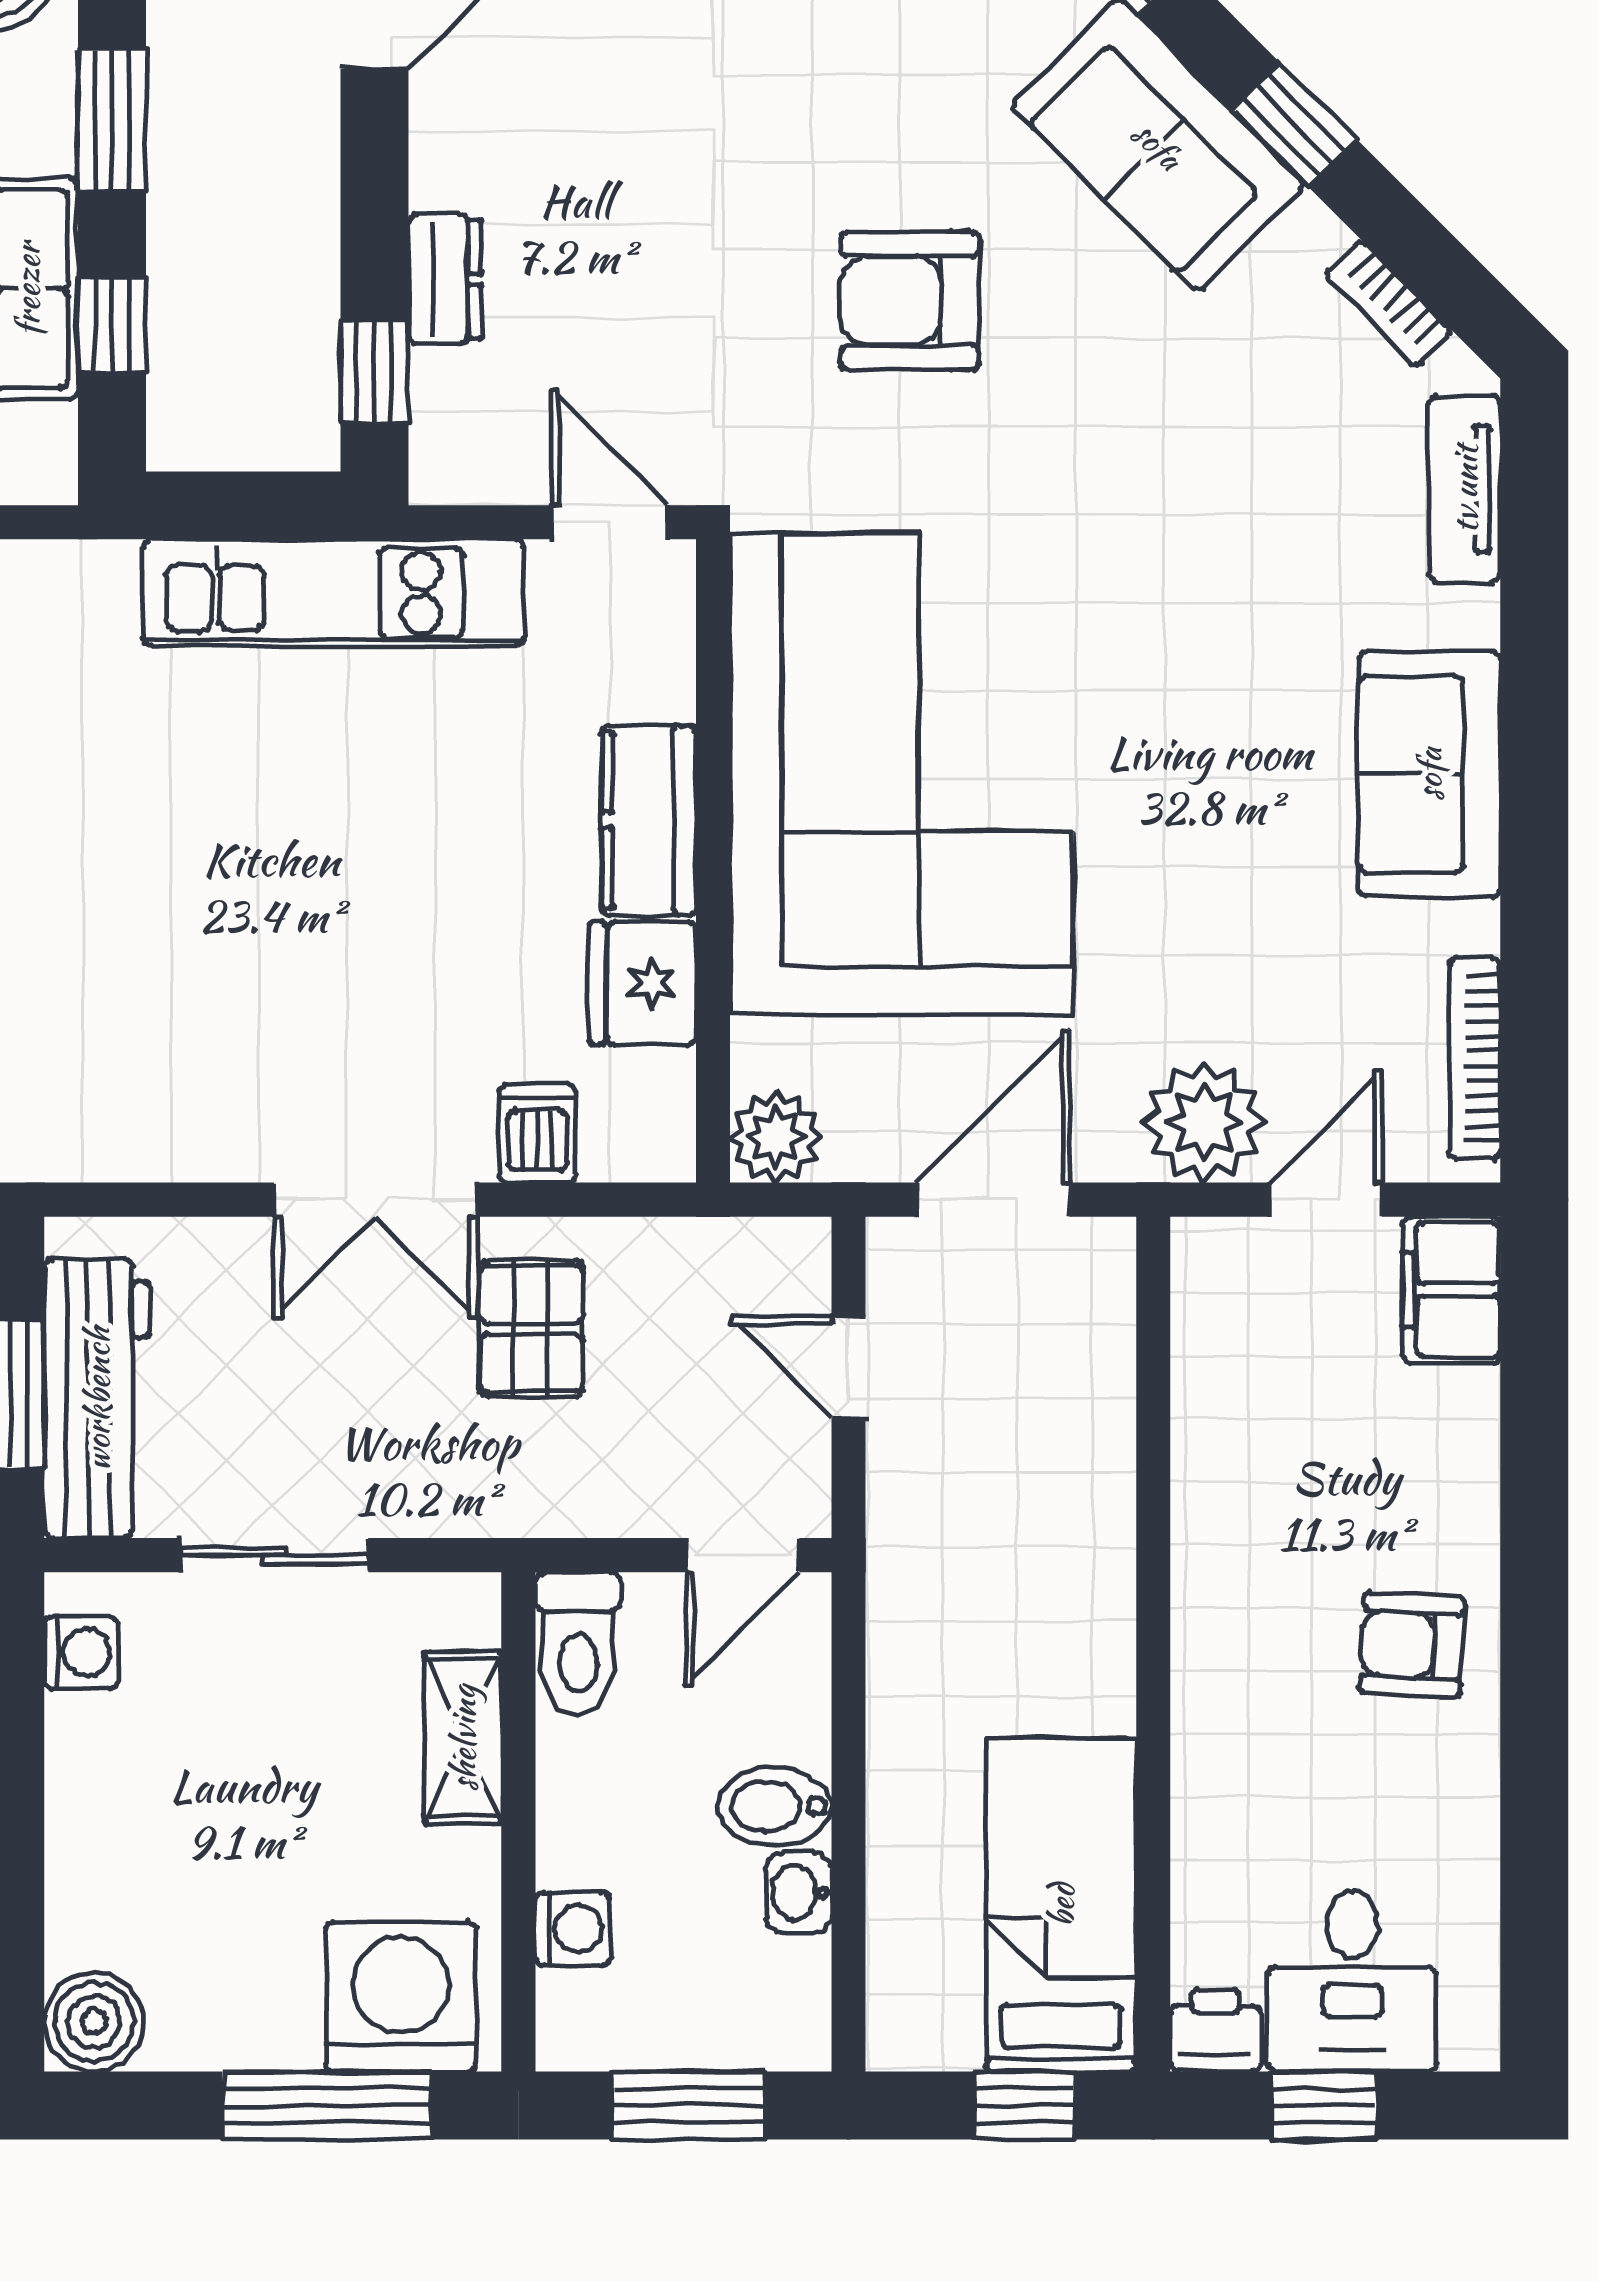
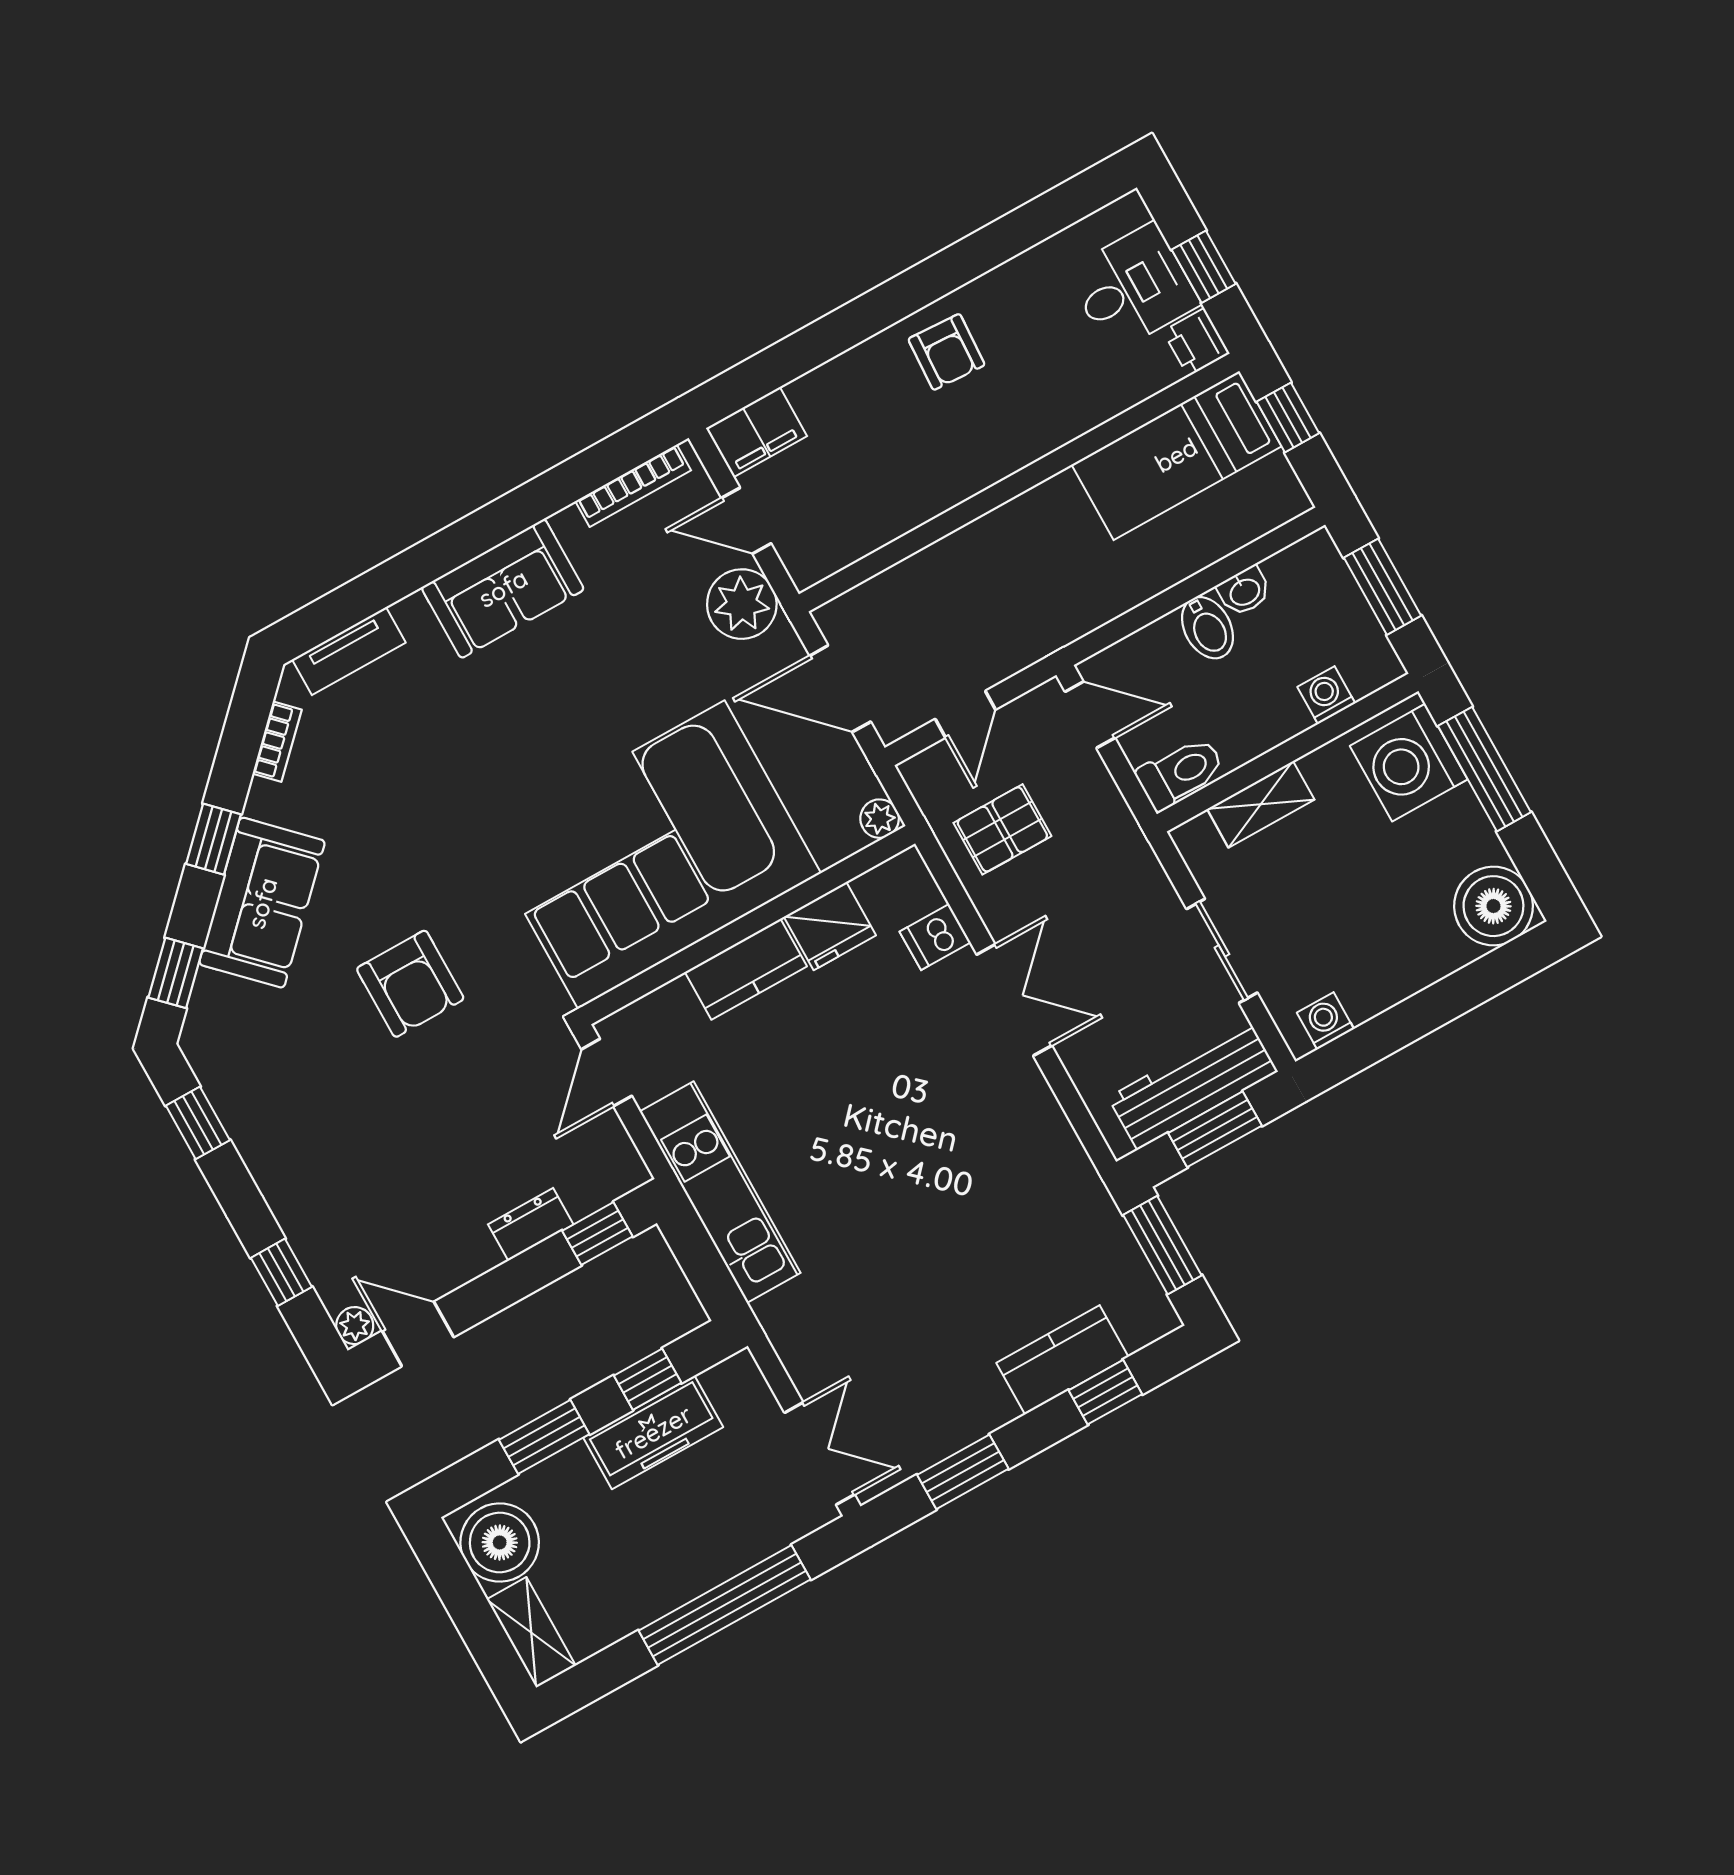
plant: (776, 1137) -> (880, 819), width x0.73, depth x0.73
pallet: (531, 1328) -> (1002, 829), moved
boiler: (94, 2022) -> (1493, 906), width x1.37, depth x1.37

